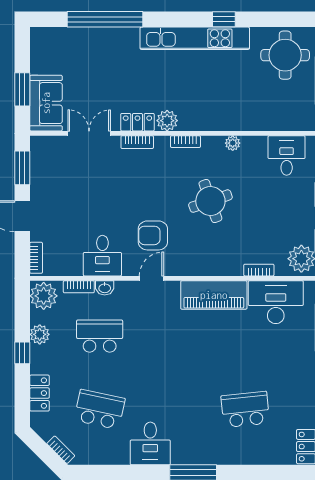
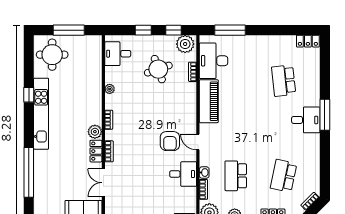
round table: (210, 201) -> (158, 69), moved
desk: (150, 443) -> (306, 120), moved

